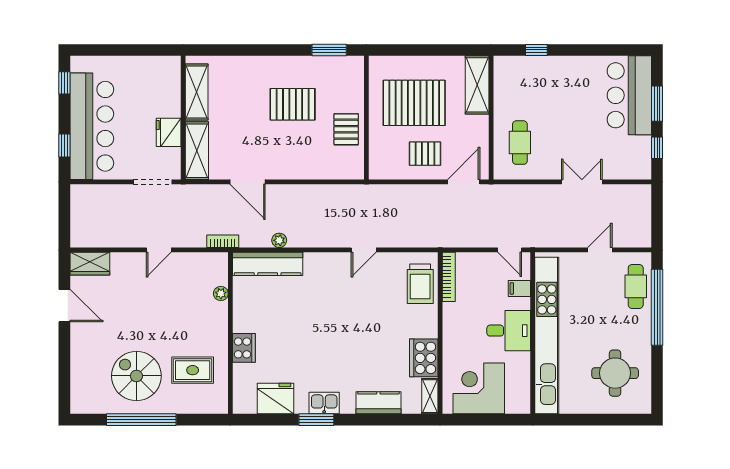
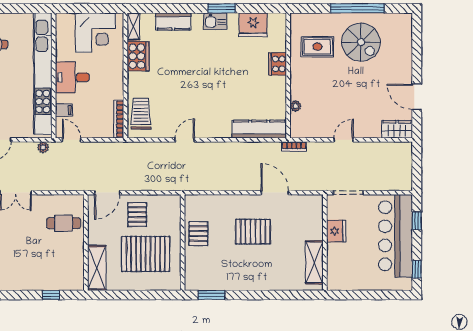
pallet: (293, 104) -> (253, 232), moved
cafe table: (520, 143) -> (64, 223), turned 90
shelving: (197, 151) -> (314, 217), removed
pallet: (425, 154) -> (137, 215), turned 90
plant: (279, 240) -> (43, 147), moved

